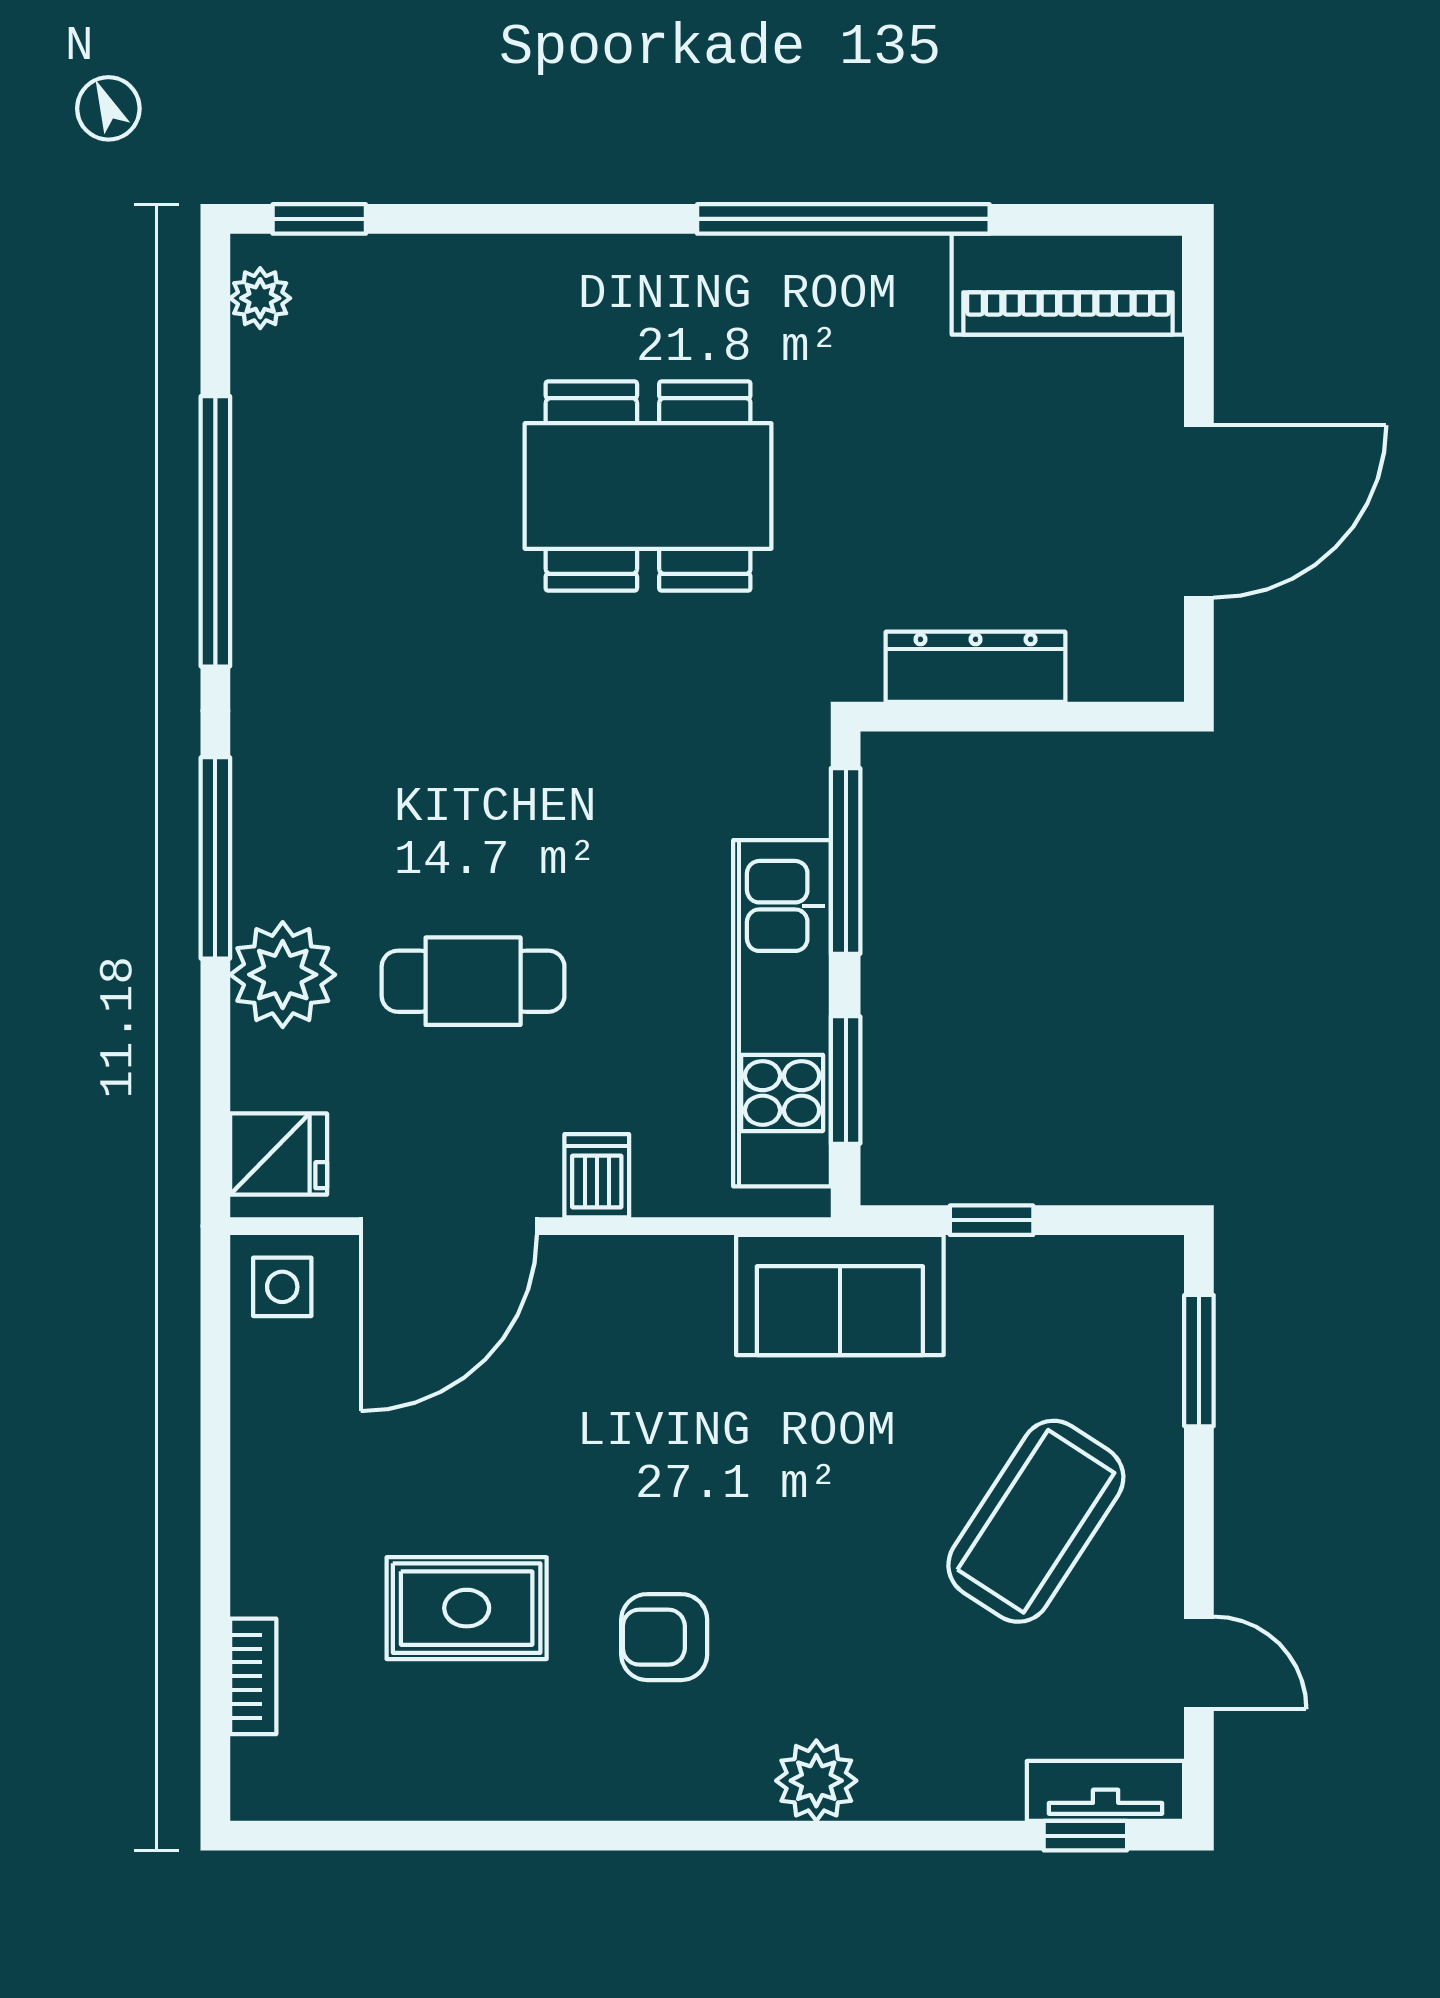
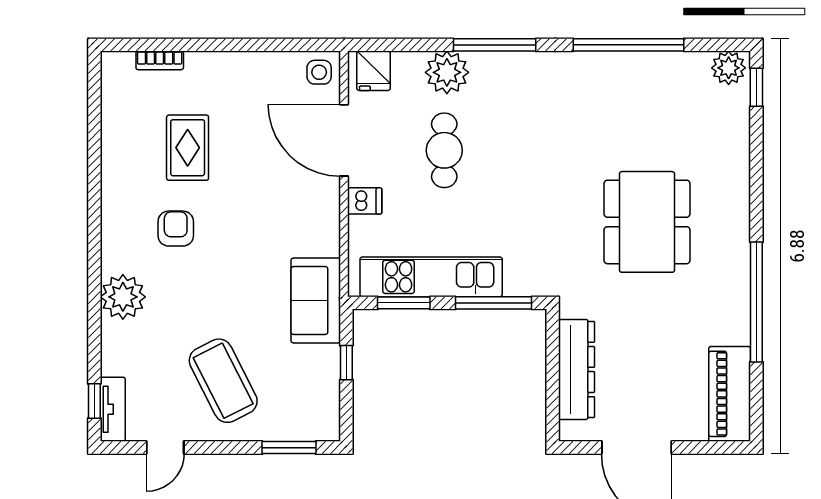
plant: (260, 298) -> (729, 68), width x1.38, depth x1.38
dresser: (976, 667) -> (577, 369), width x1.37, depth x1.24
coffee table: (1036, 1521) -> (223, 381), turned 30
plant: (816, 1781) -> (123, 297), width x1.36, depth x1.36

